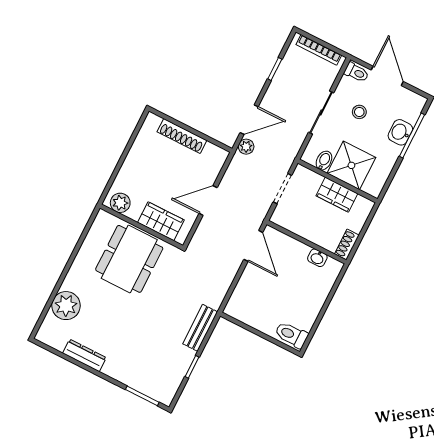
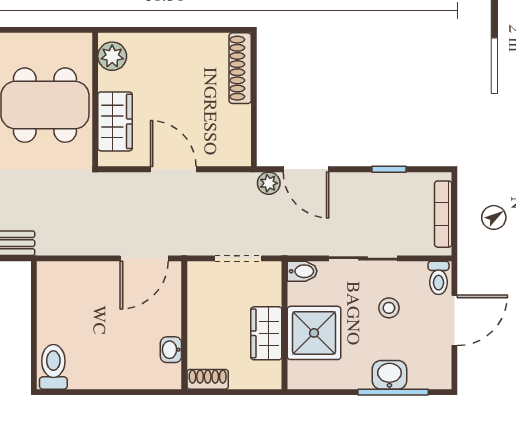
shoe rack: (182, 136) -> (240, 68), moved
bidet: (324, 161) -> (302, 271), moved

